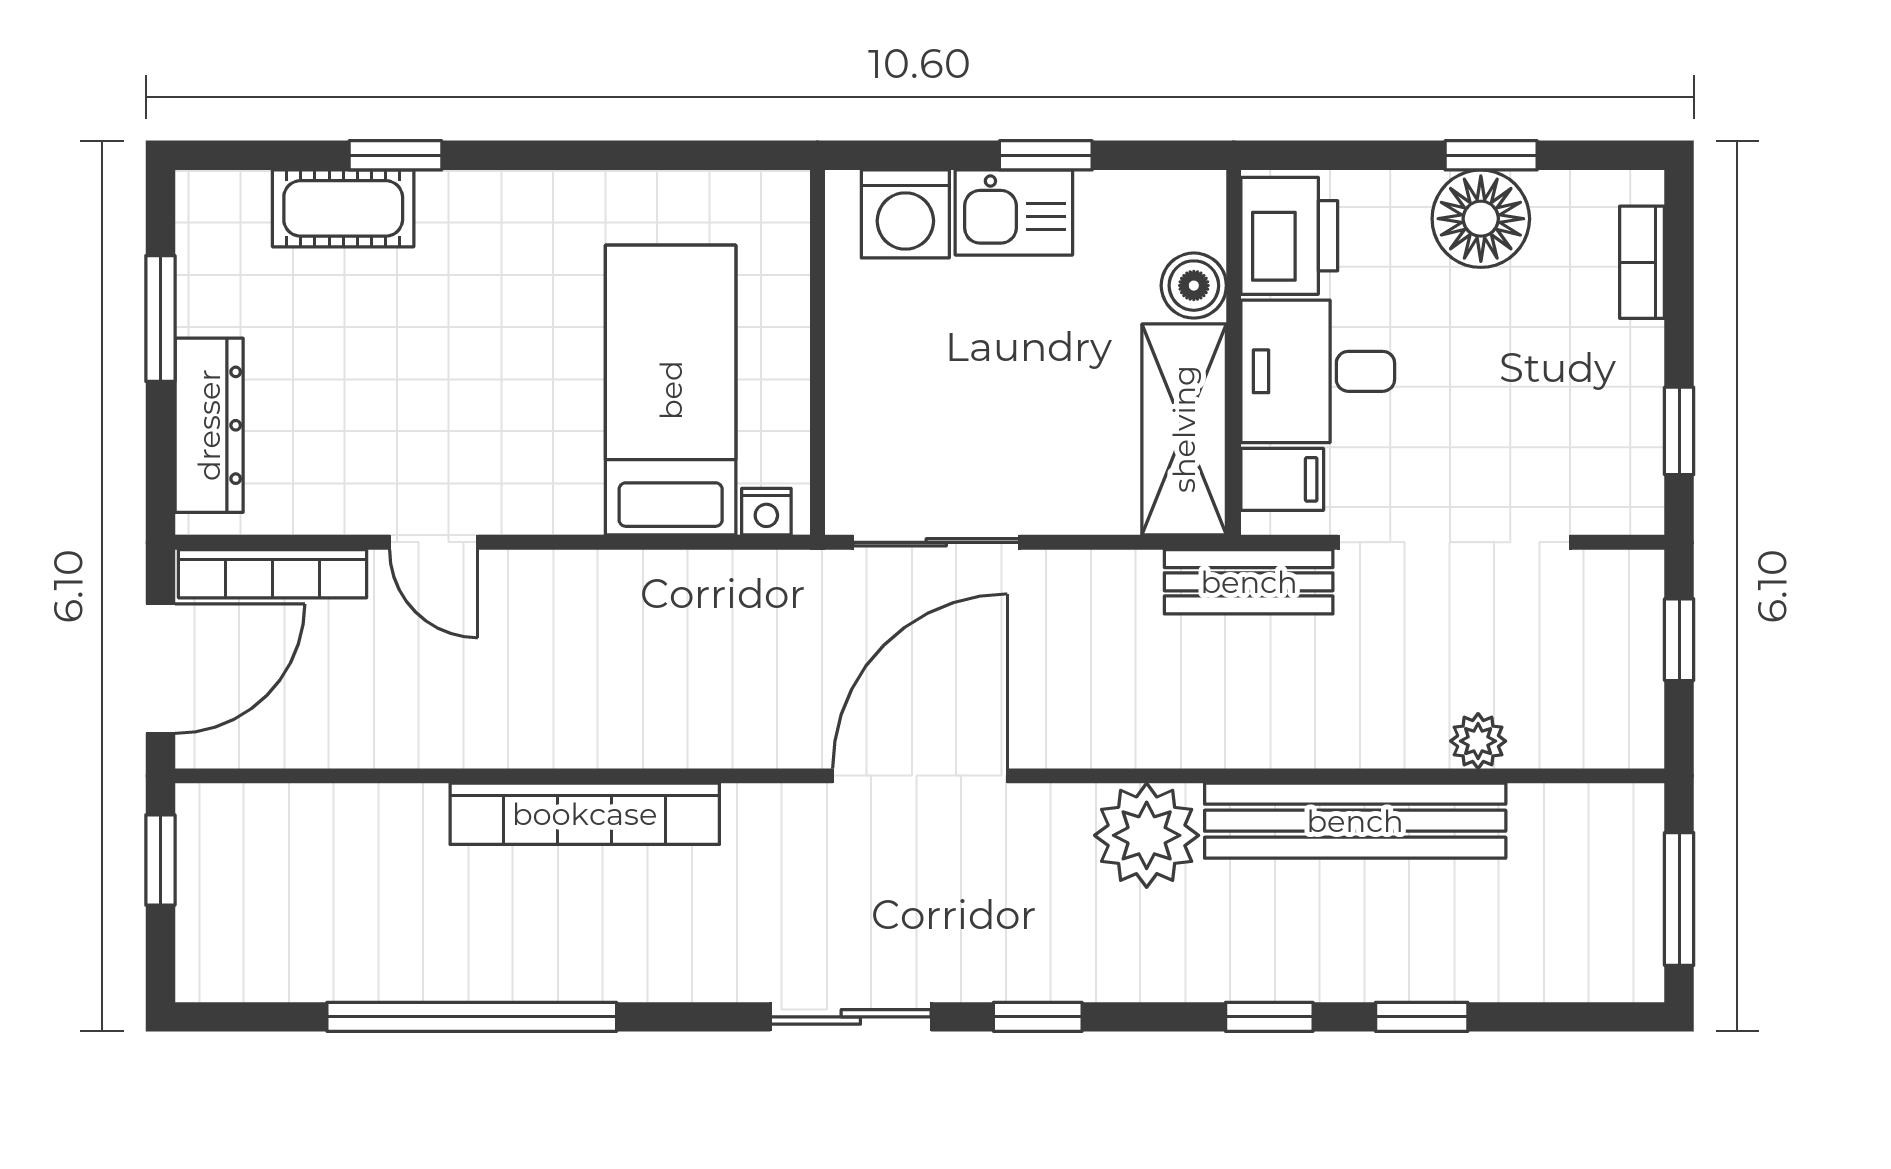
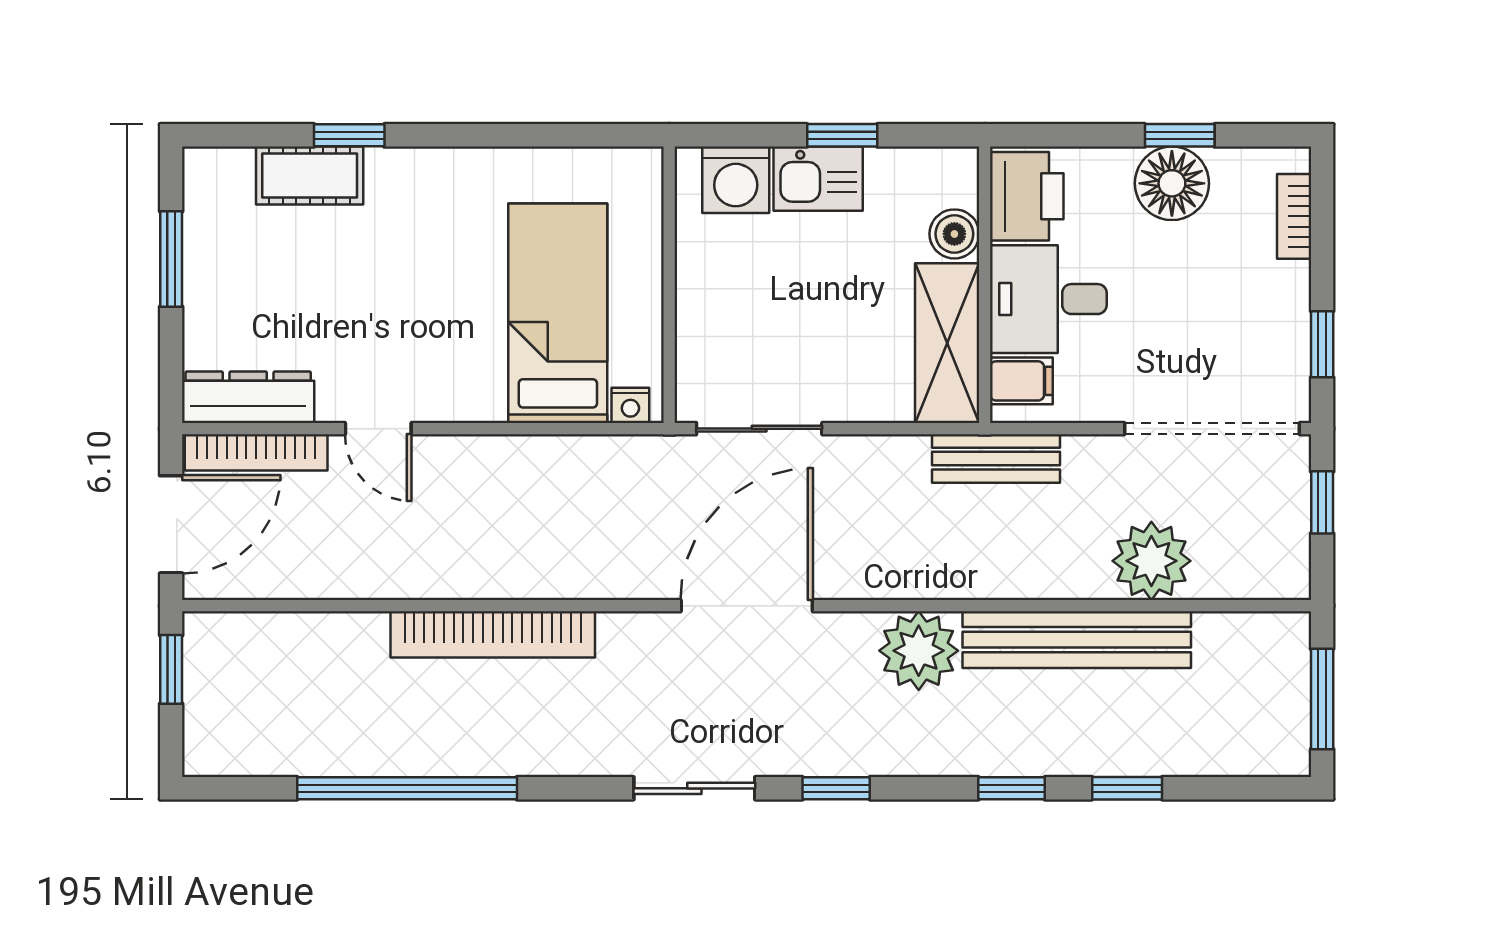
dresser: (209, 425) -> (248, 397), moved, turned -90
doorway: (1454, 542) -> (1212, 429), moved
plant: (1478, 741) -> (1151, 561), width x1.87, depth x1.87

